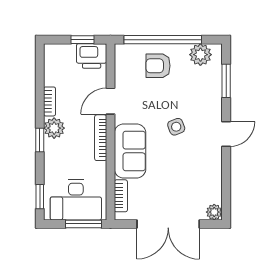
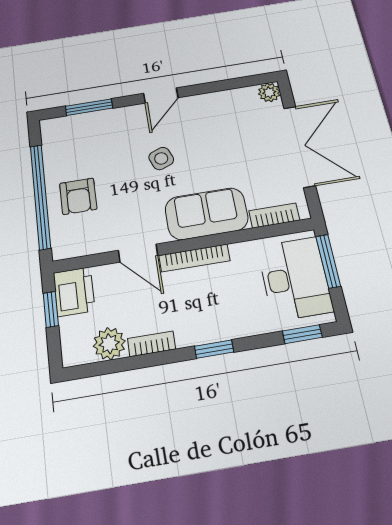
plant: (200, 55) -> (57, 144), removed
plant: (54, 128) -> (109, 344), moved
door: (226, 134) -> (161, 95), swing flipped

